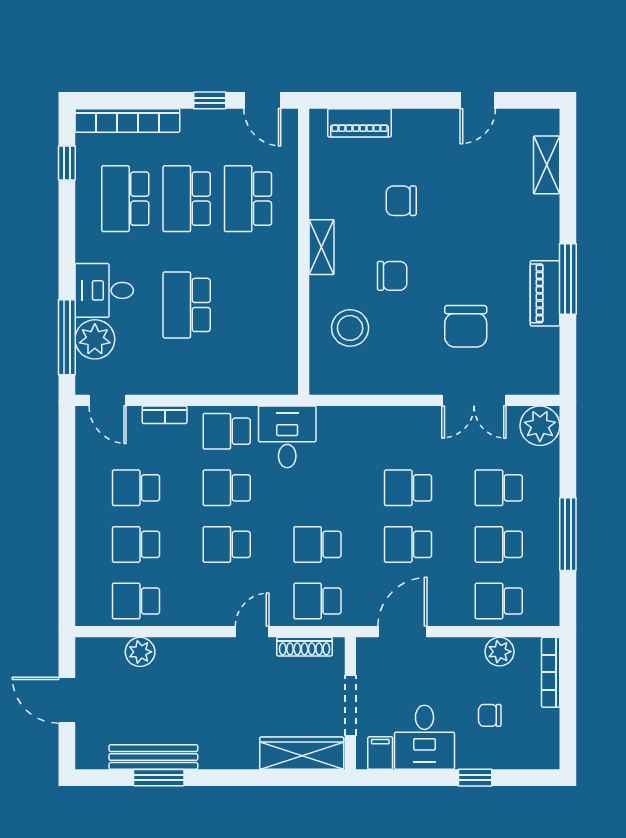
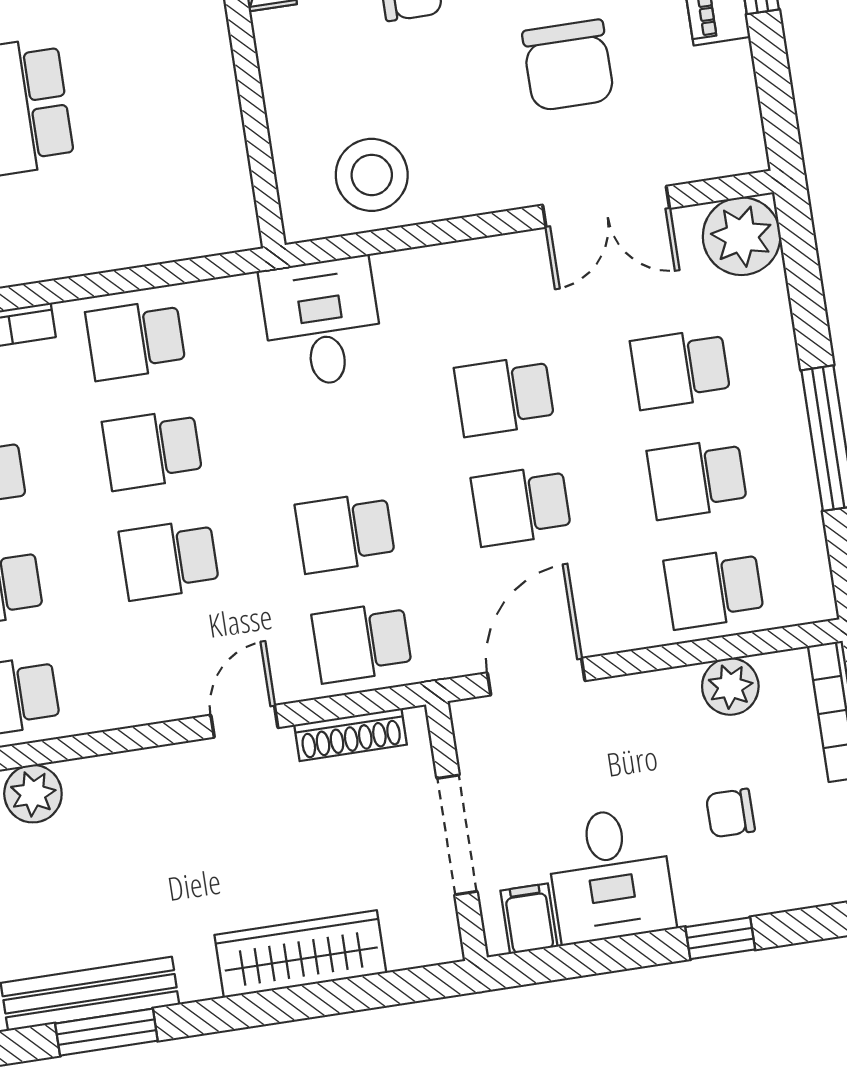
stool: (350, 328) -> (372, 175), moved
desk: (287, 437) -> (322, 323), moved
wardrobe: (302, 753) -> (300, 954), moved

